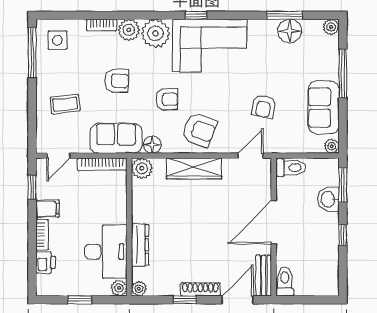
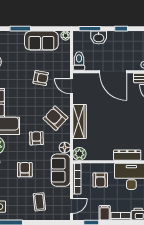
window: (343, 73) -> (20, 29), width x0.69
armchair: (199, 130) -> (55, 118), turned -67
door: (58, 156) -> (72, 206), hinge flipped
armchair: (100, 202) -> (100, 180), added

